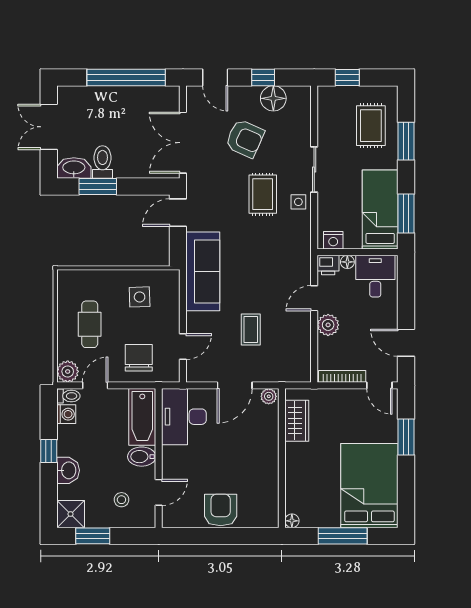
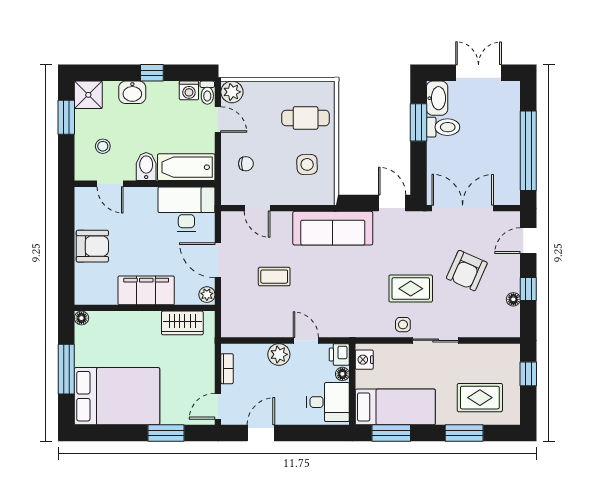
floor lamp: (273, 98) -> (513, 299), width x0.53, depth x0.53
cafe table: (90, 324) -> (306, 118), moved
chair: (139, 358) -> (246, 164), width x0.54, depth x0.54
bookcase: (342, 376) -> (227, 369), width x0.64
filing cabinet: (264, 457) -> (146, 290), added

